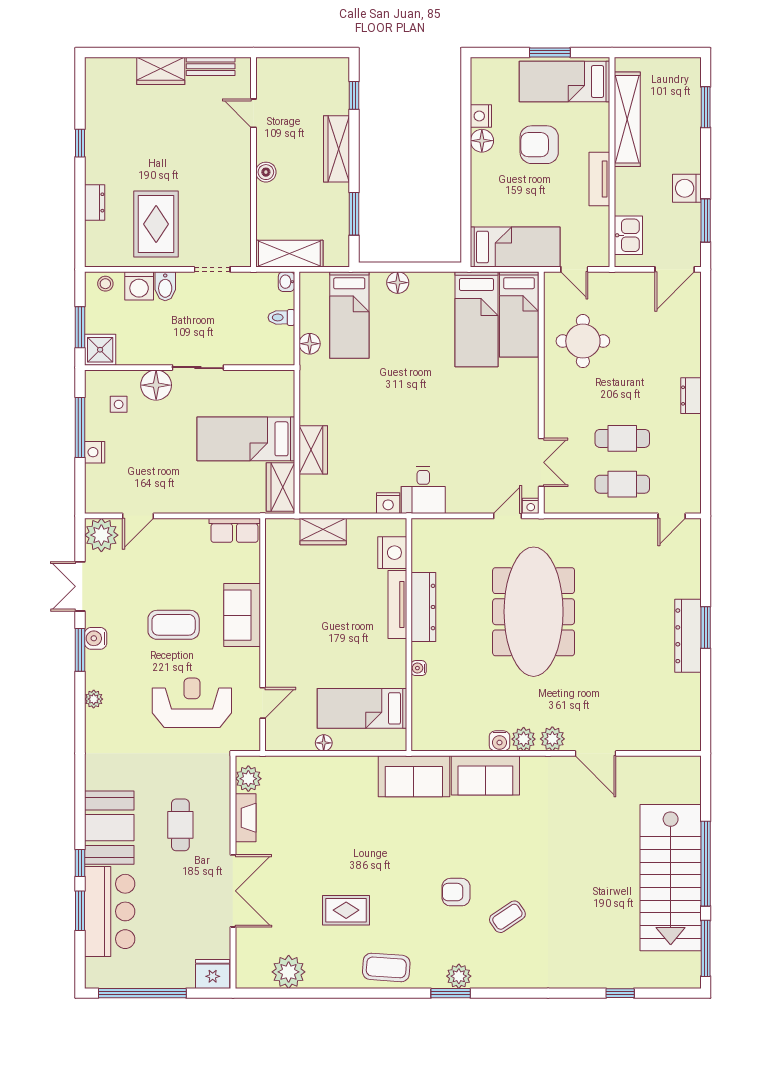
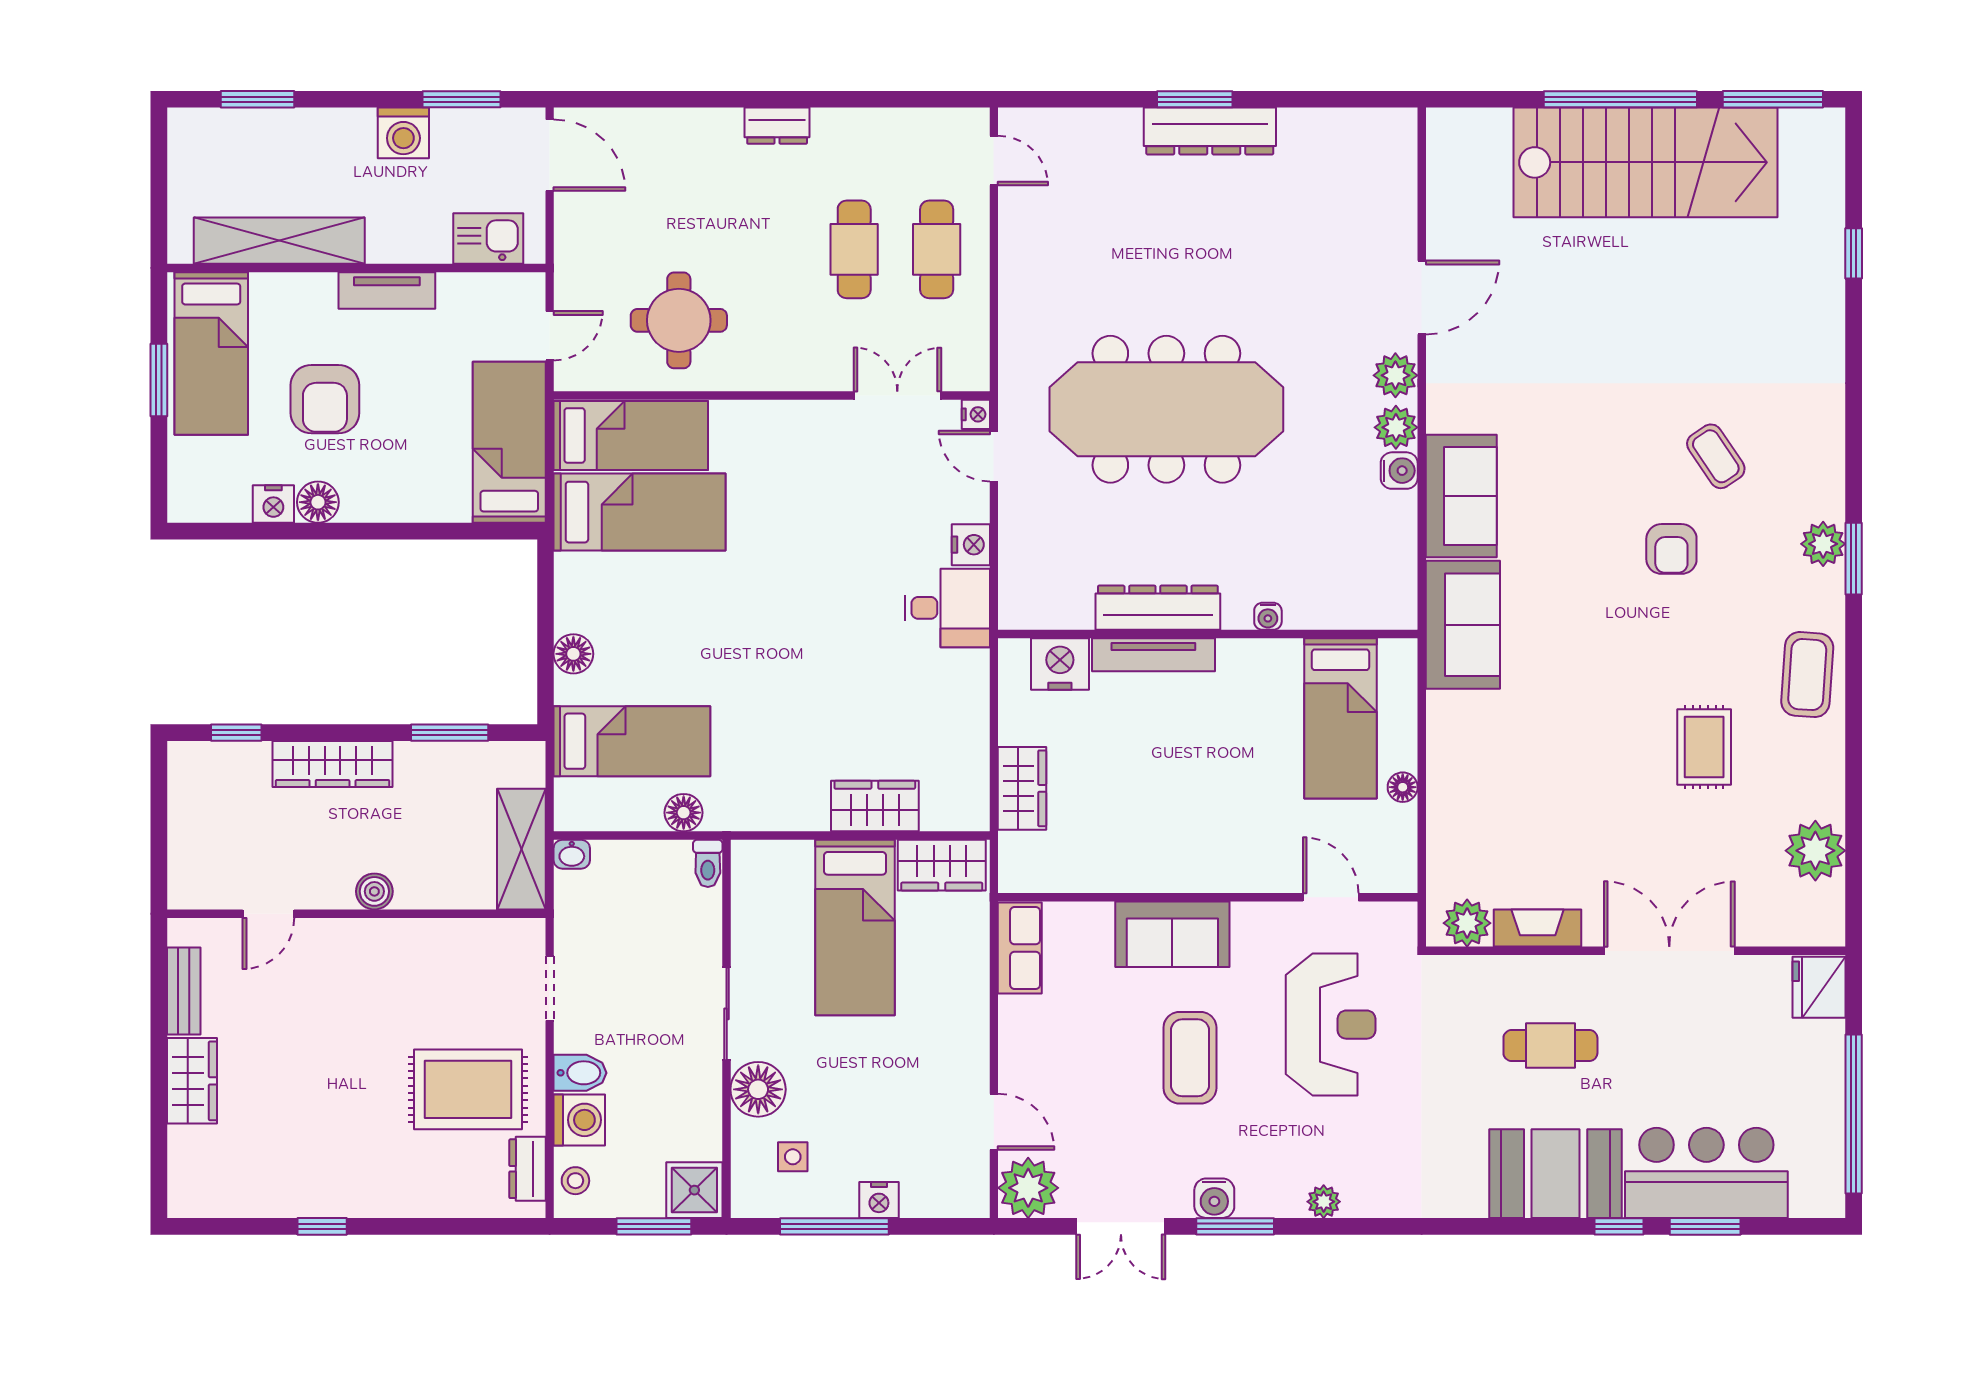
dresser: (95, 202) -> (527, 1169), moved, turned -90
toilet: (281, 317) -> (708, 863), moved
nightstand: (388, 503) -> (971, 545), moved
reception desk: (192, 703) -> (1331, 1025), turned 180

